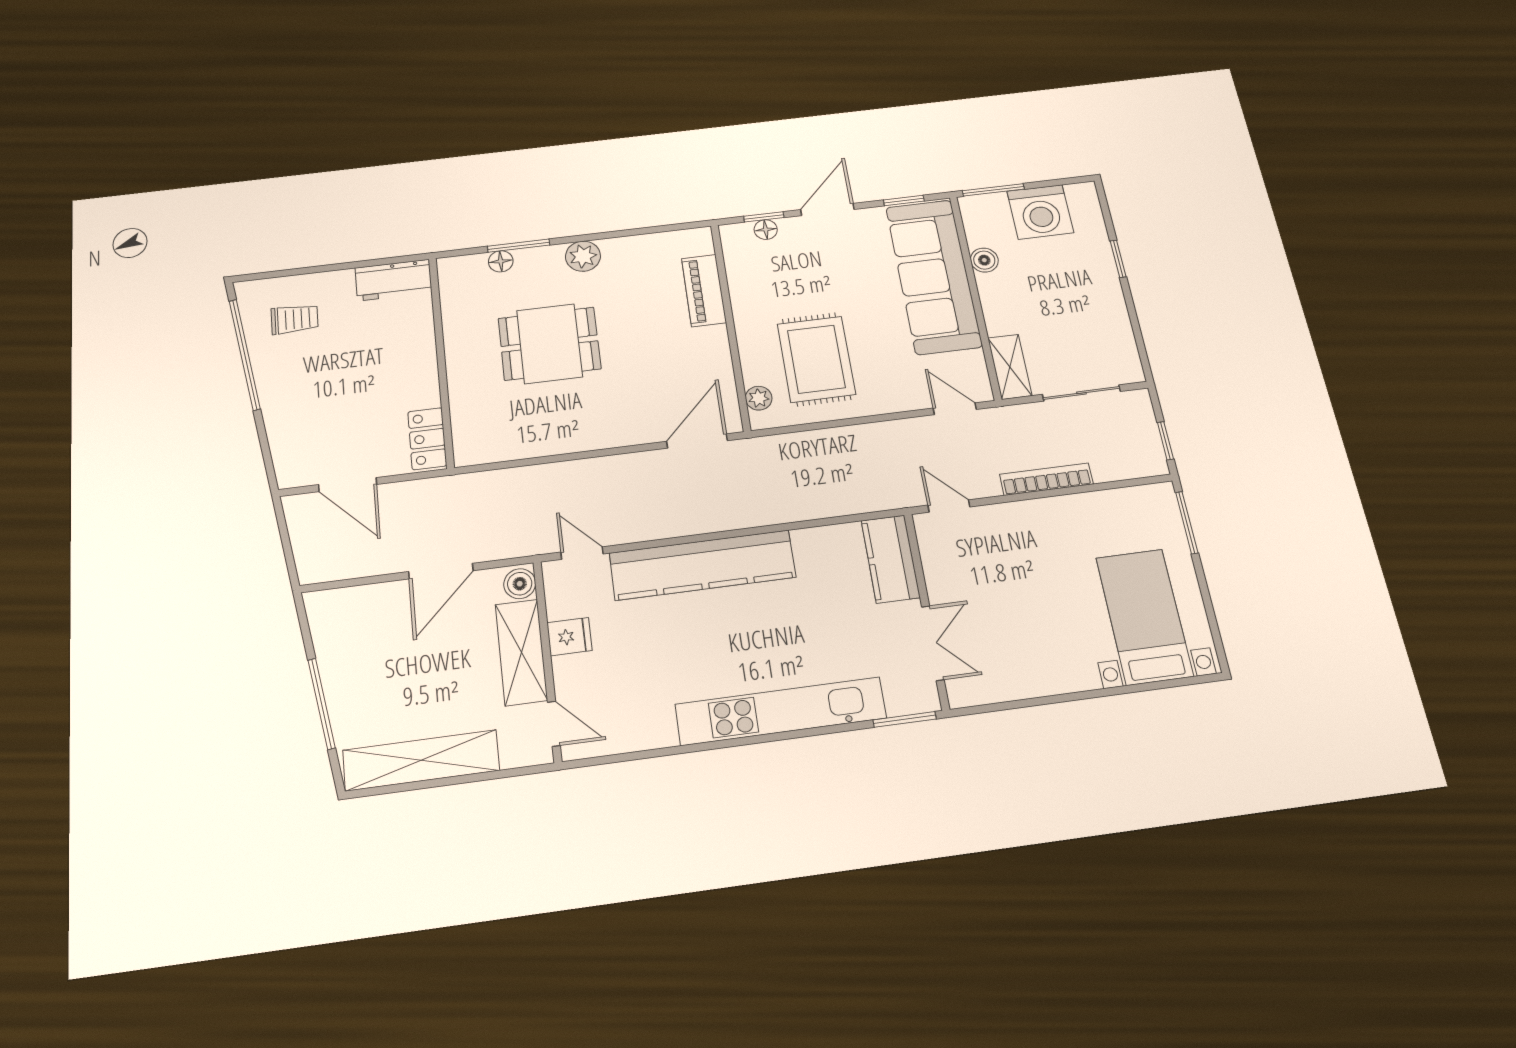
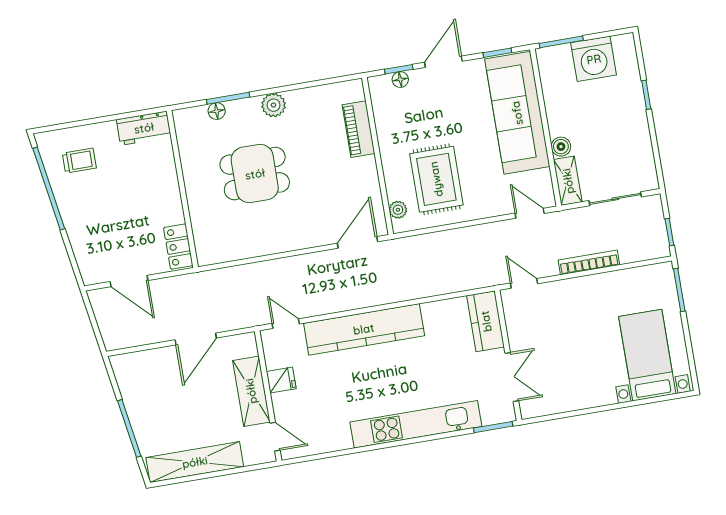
boiler: (984, 260) -> (561, 147), moved
boiler: (520, 584) -> (247, 346), removed

